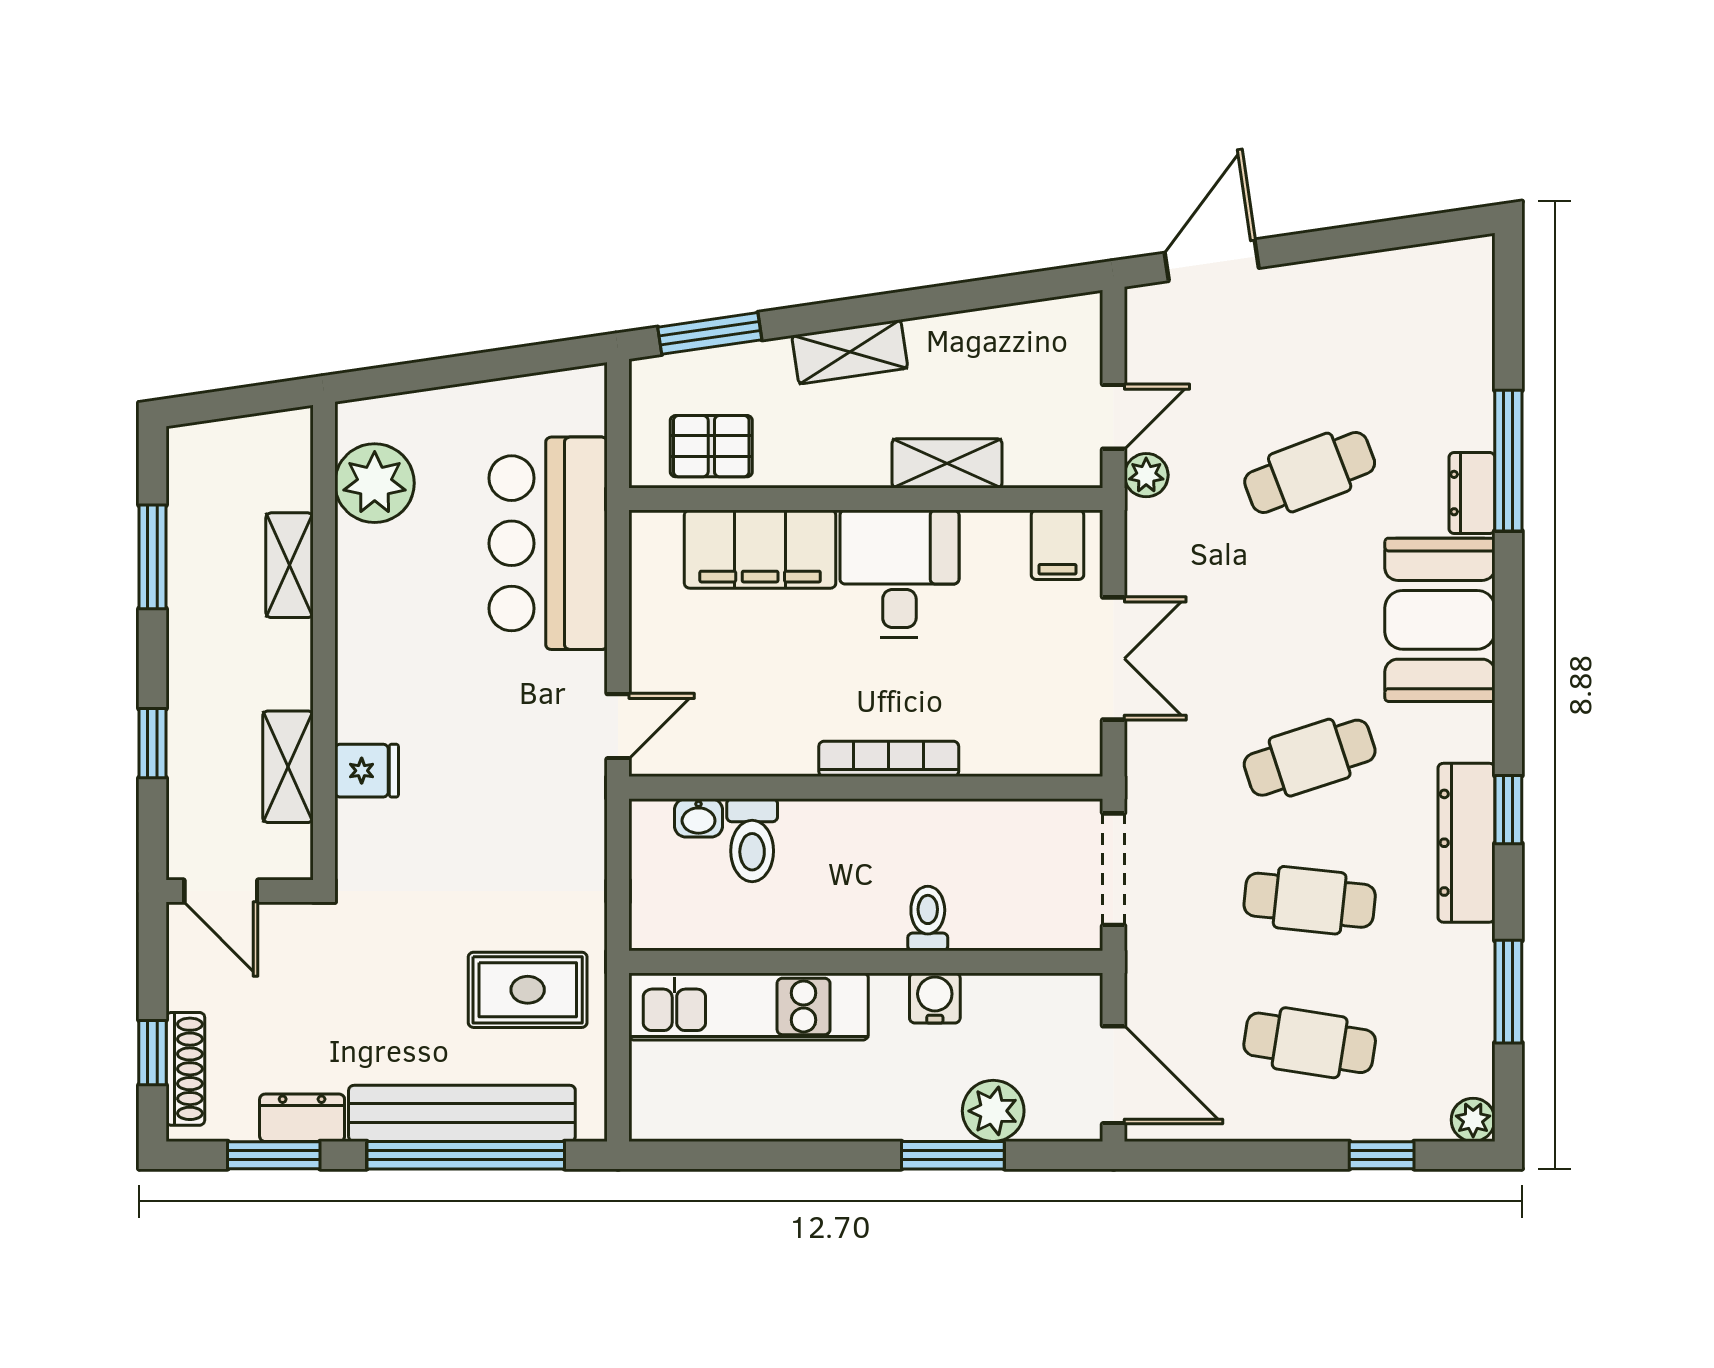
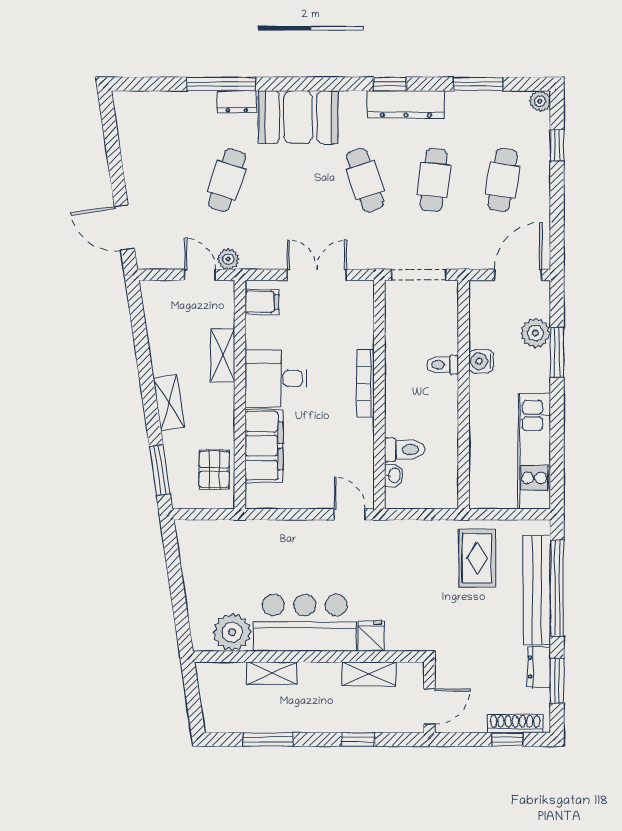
cafe table: (1310, 473) -> (227, 180), turned 39
bar counter: (548, 543) -> (305, 623), moved, turned 180
kitchen unit: (749, 1006) -> (534, 451), moved, turned 180

